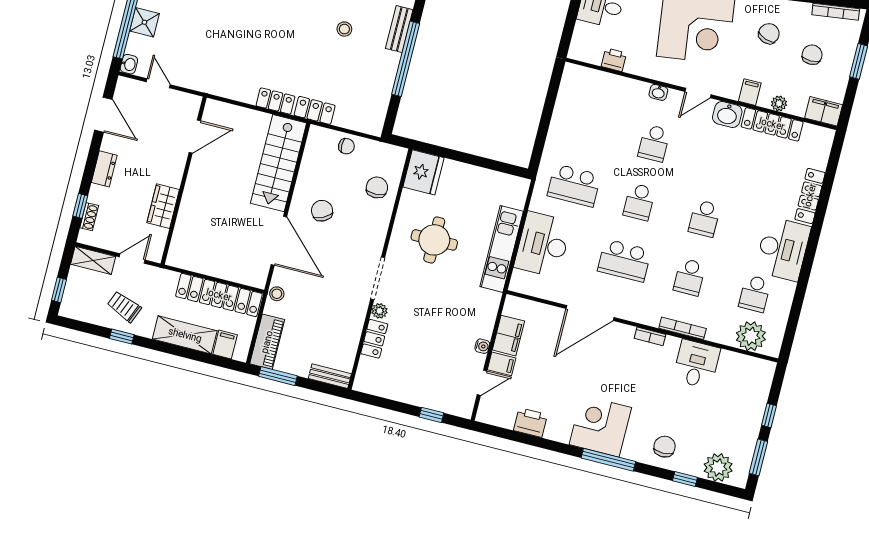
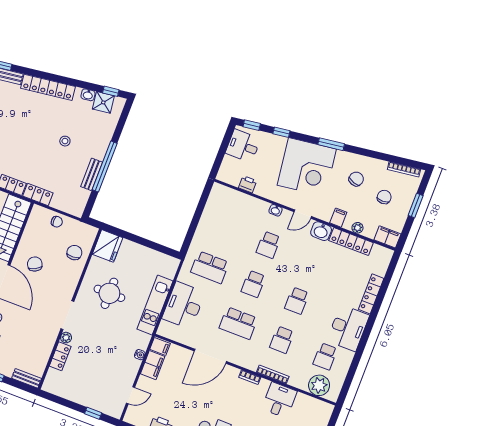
bench: (399, 29) -> (92, 174), moved
water cooler: (482, 346) -> (140, 355), moved
filing cabinet: (502, 364) -> (160, 346), moved

